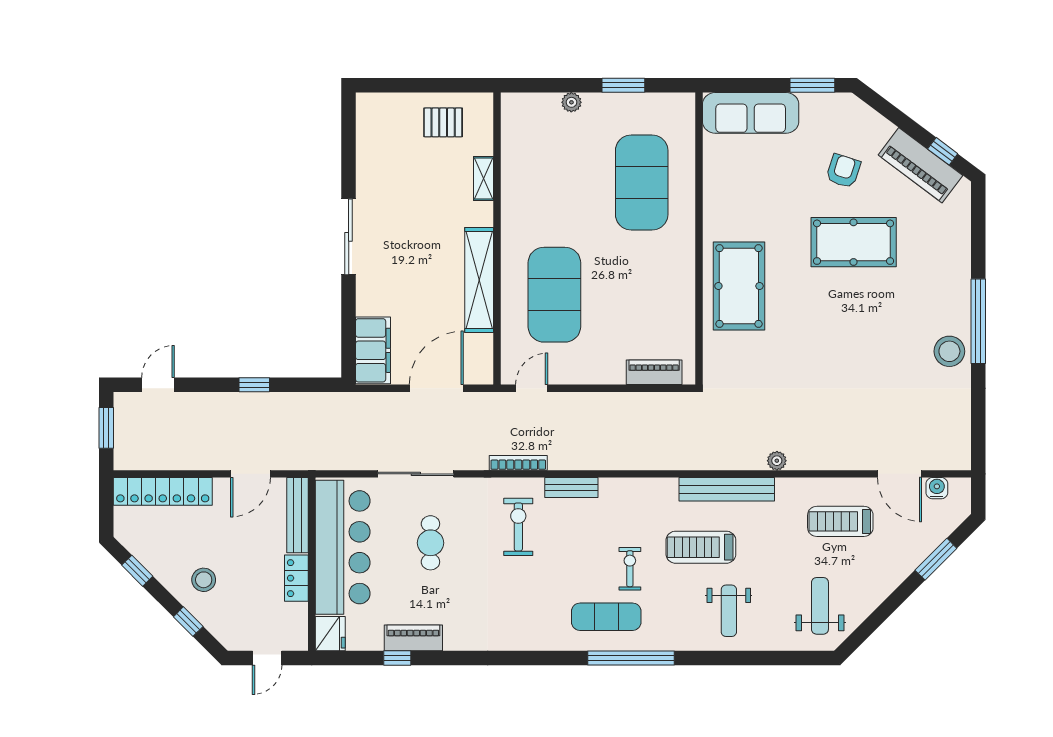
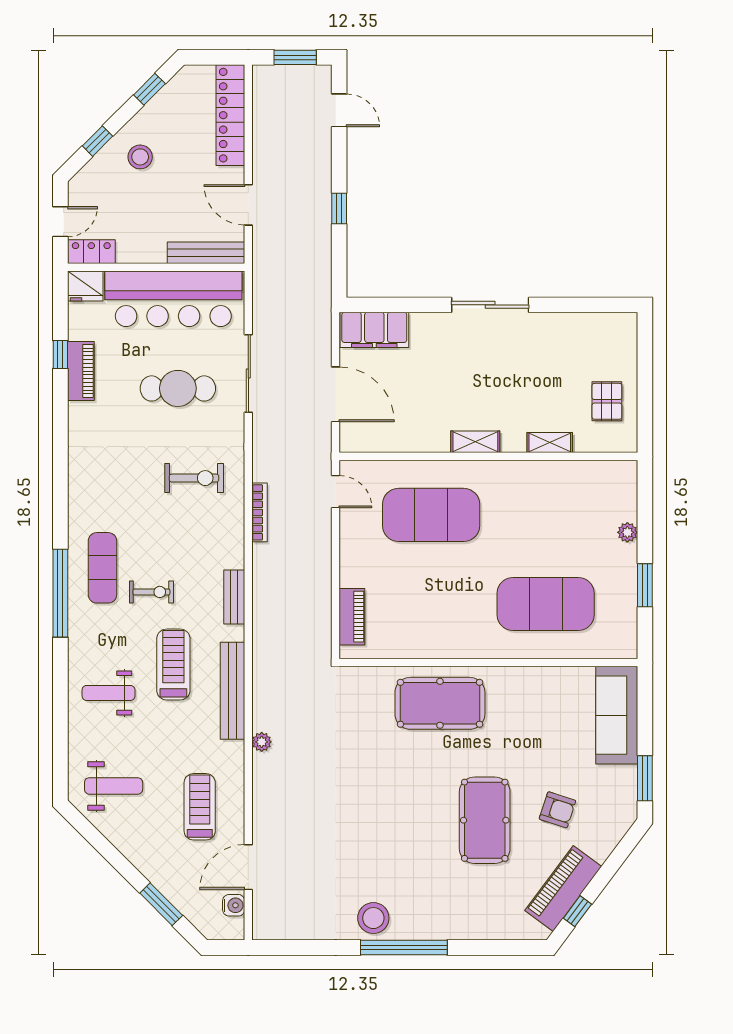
shelving: (479, 280) -> (475, 442), width x0.45, depth x0.75
bookcase: (518, 463) -> (259, 512), moved
bench: (571, 488) -> (234, 597), moved
cafe table: (430, 543) -> (178, 388), width x1.37, depth x1.35
locker: (296, 578) -> (91, 252), moved
door: (267, 658) -> (60, 222), swing flipped

